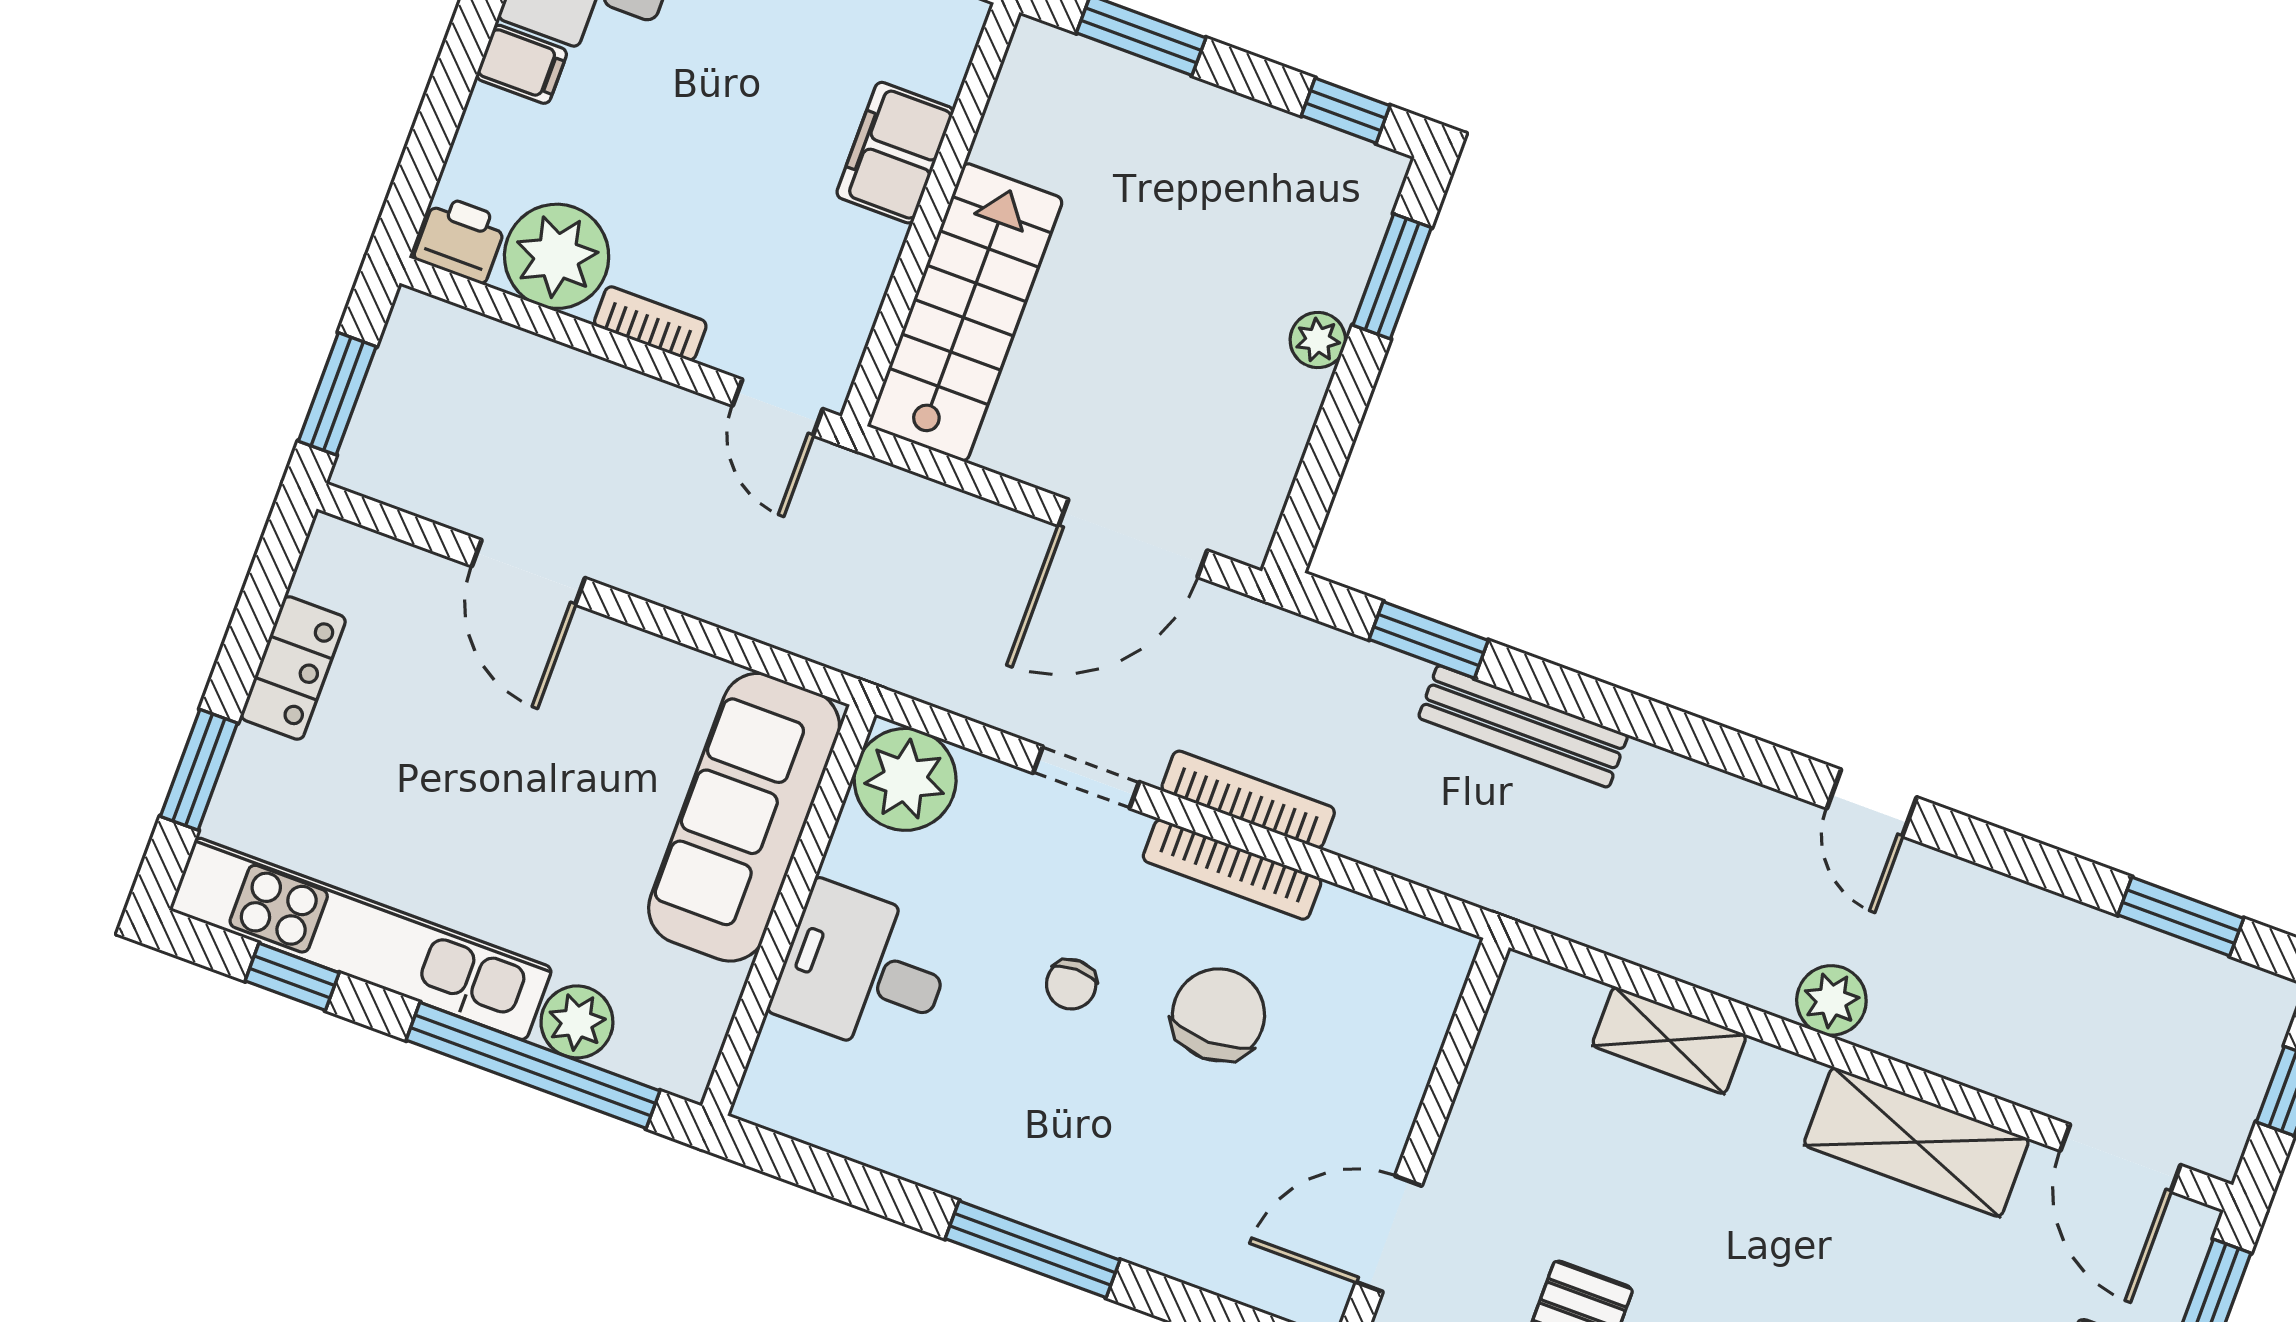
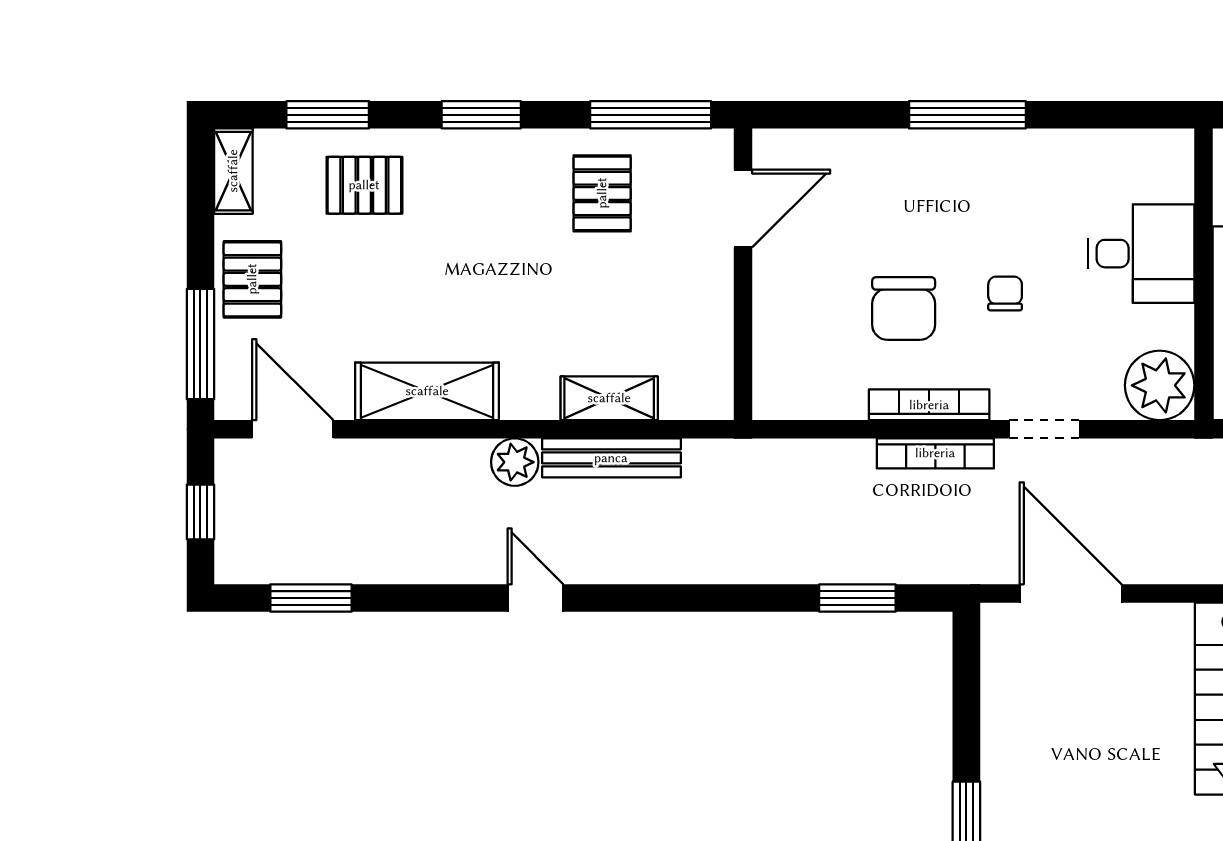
plant: (1318, 340) -> (999, 764), removed
door: (1133, 538) -> (1071, 593), hinge flipped
bench: (1523, 726) -> (611, 458), moved

